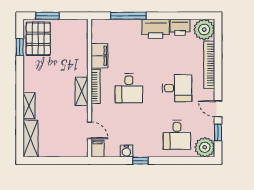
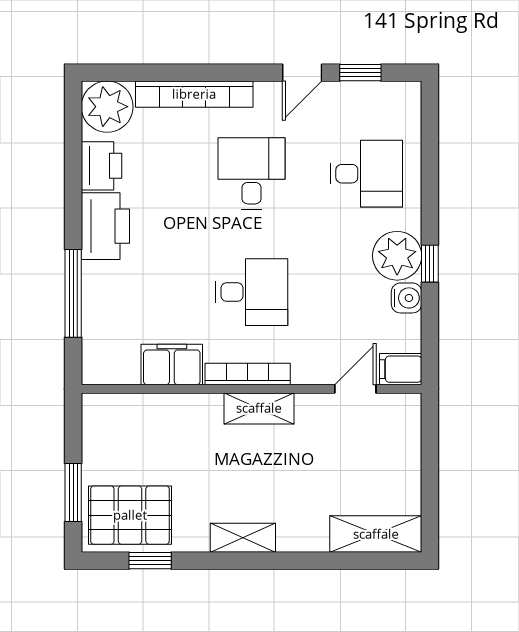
shelving: (29, 106) -> (243, 538), moved
plant: (205, 147) -> (397, 256), moved

